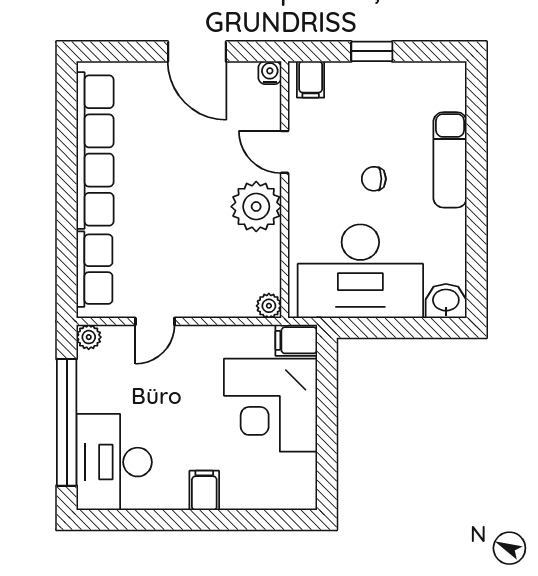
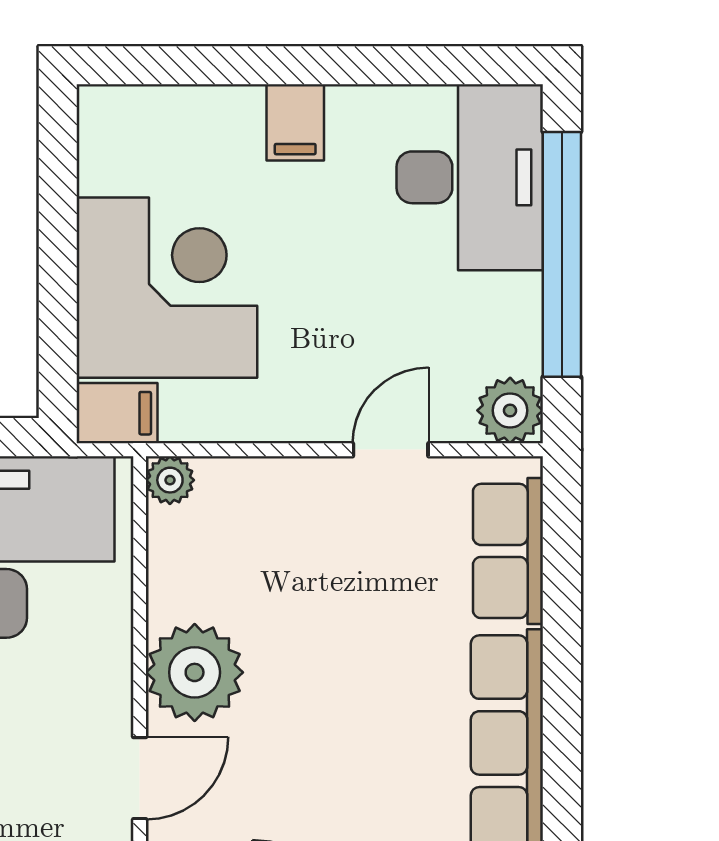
door: (285, 152) -> (140, 778), hinge flipped
plant: (89, 337) -> (510, 410), width x1.38, depth x1.38

